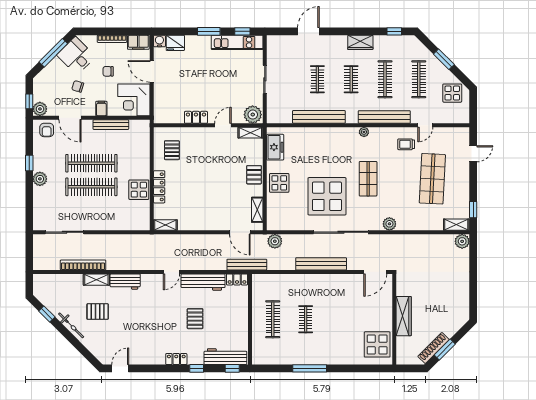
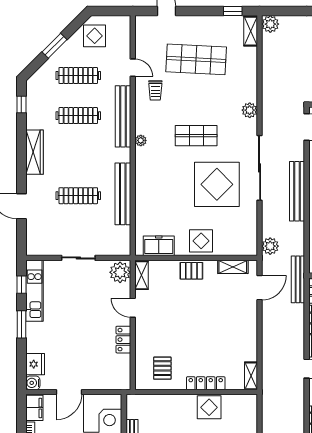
wardrobe: (360, 42) -> (34, 152), width x1.50
clothes rail: (317, 79) -> (78, 196), width x1.36
clothes rail: (351, 79) -> (78, 156), removed
pallet: (172, 150) -> (162, 368), turned 90

